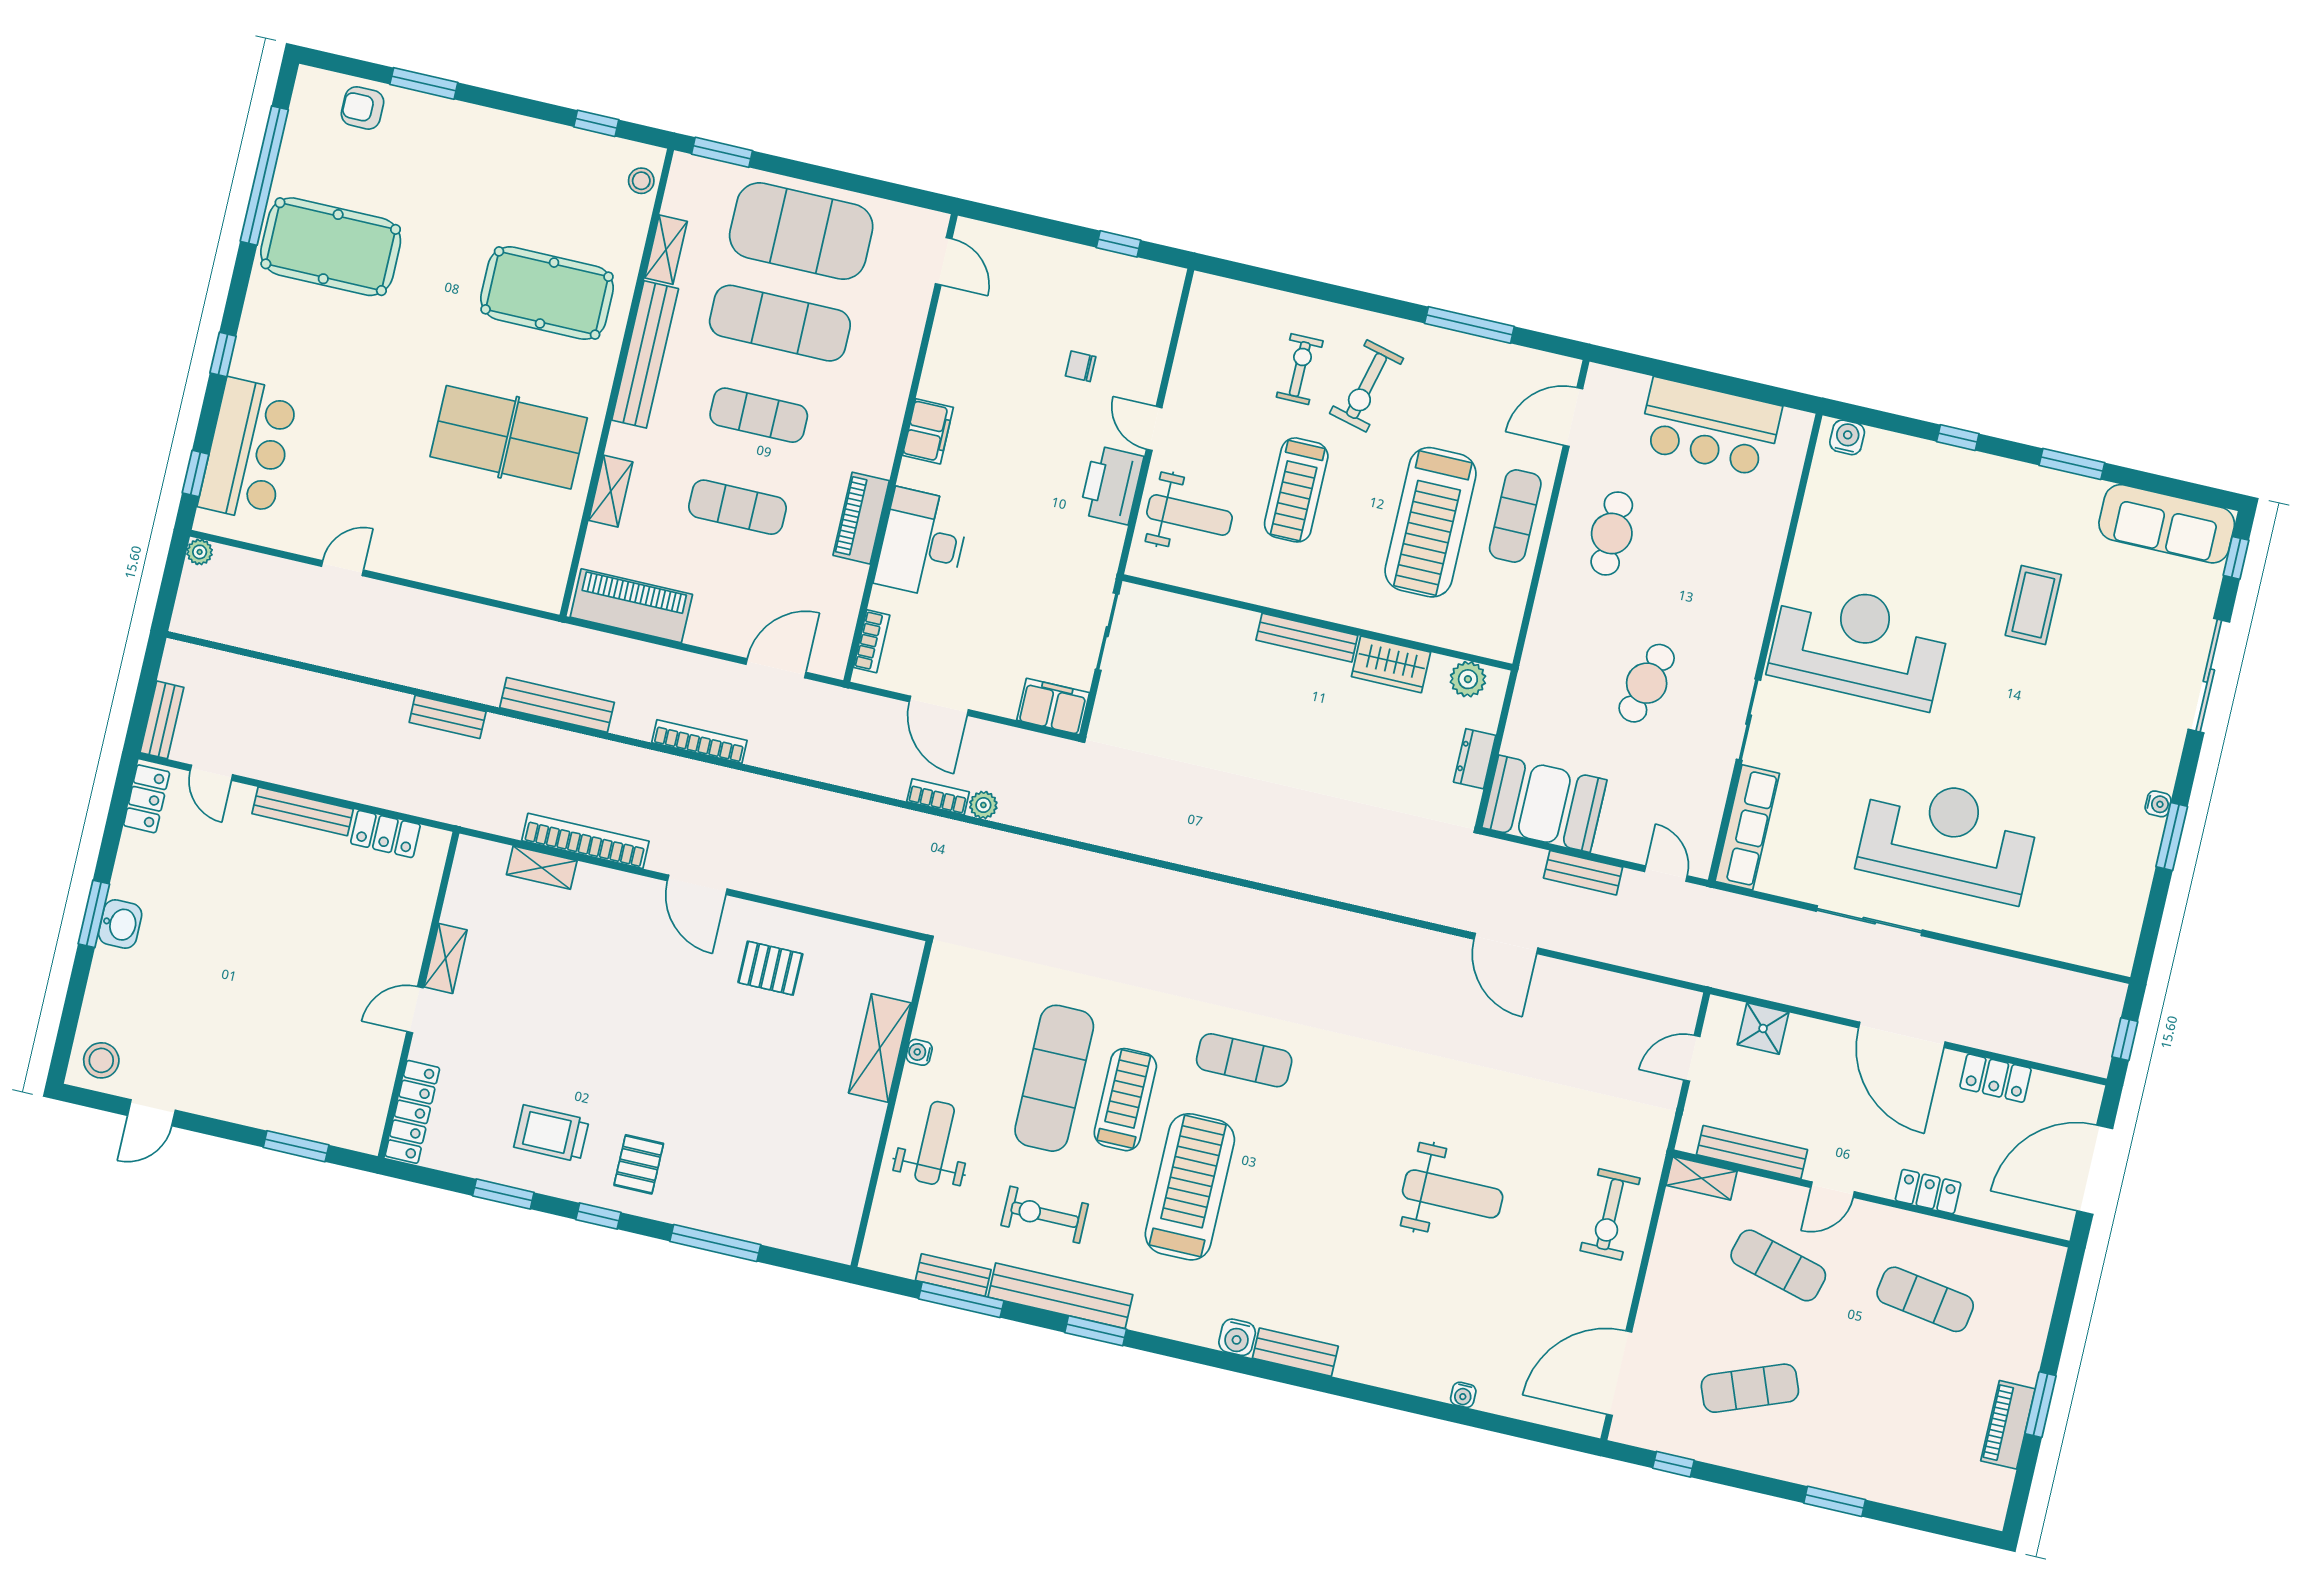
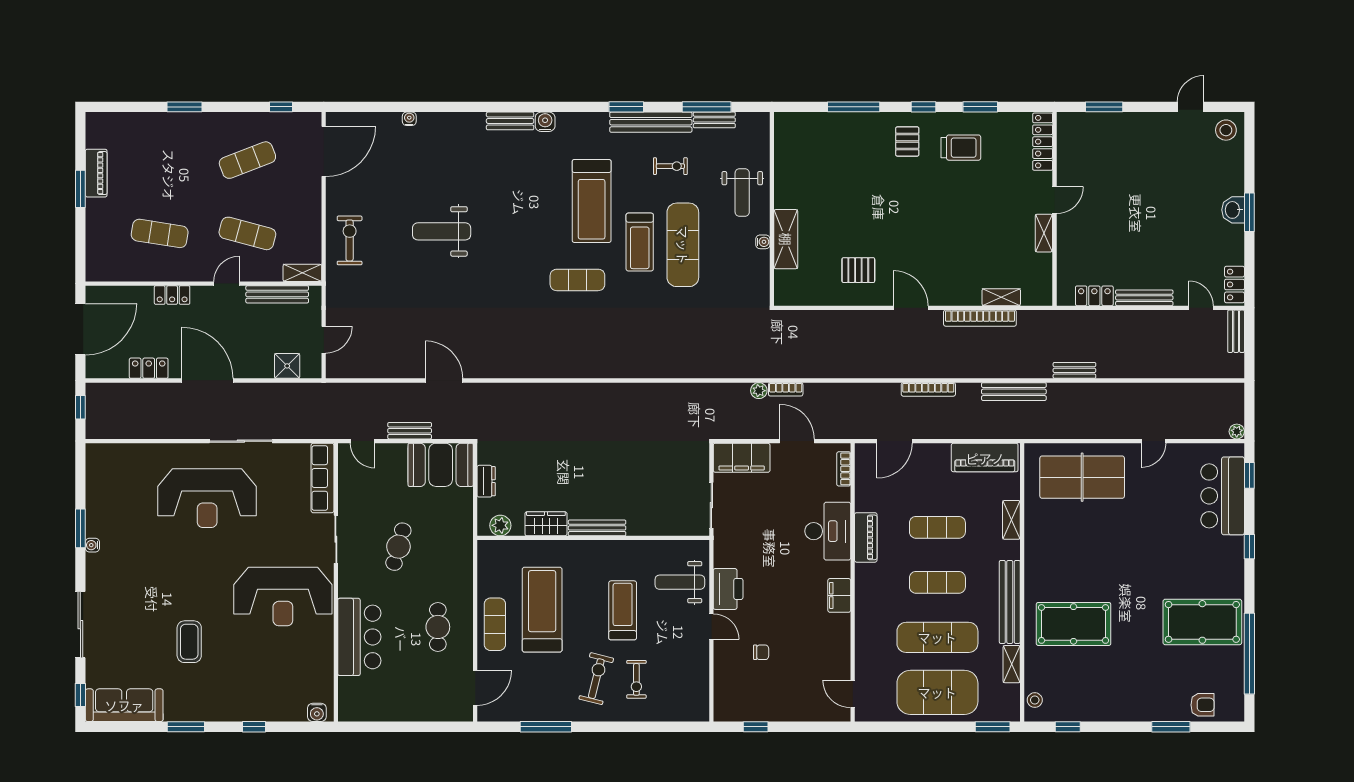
bar counter: (1710, 427) -> (359, 637), moved, turned 90
table tennis table: (509, 437) -> (1082, 477), moved
filing cabinet: (1053, 706) -> (742, 458), width x1.50, depth x1.17
exercise bike: (1045, 1215) -> (670, 166), width x0.73, depth x0.72

